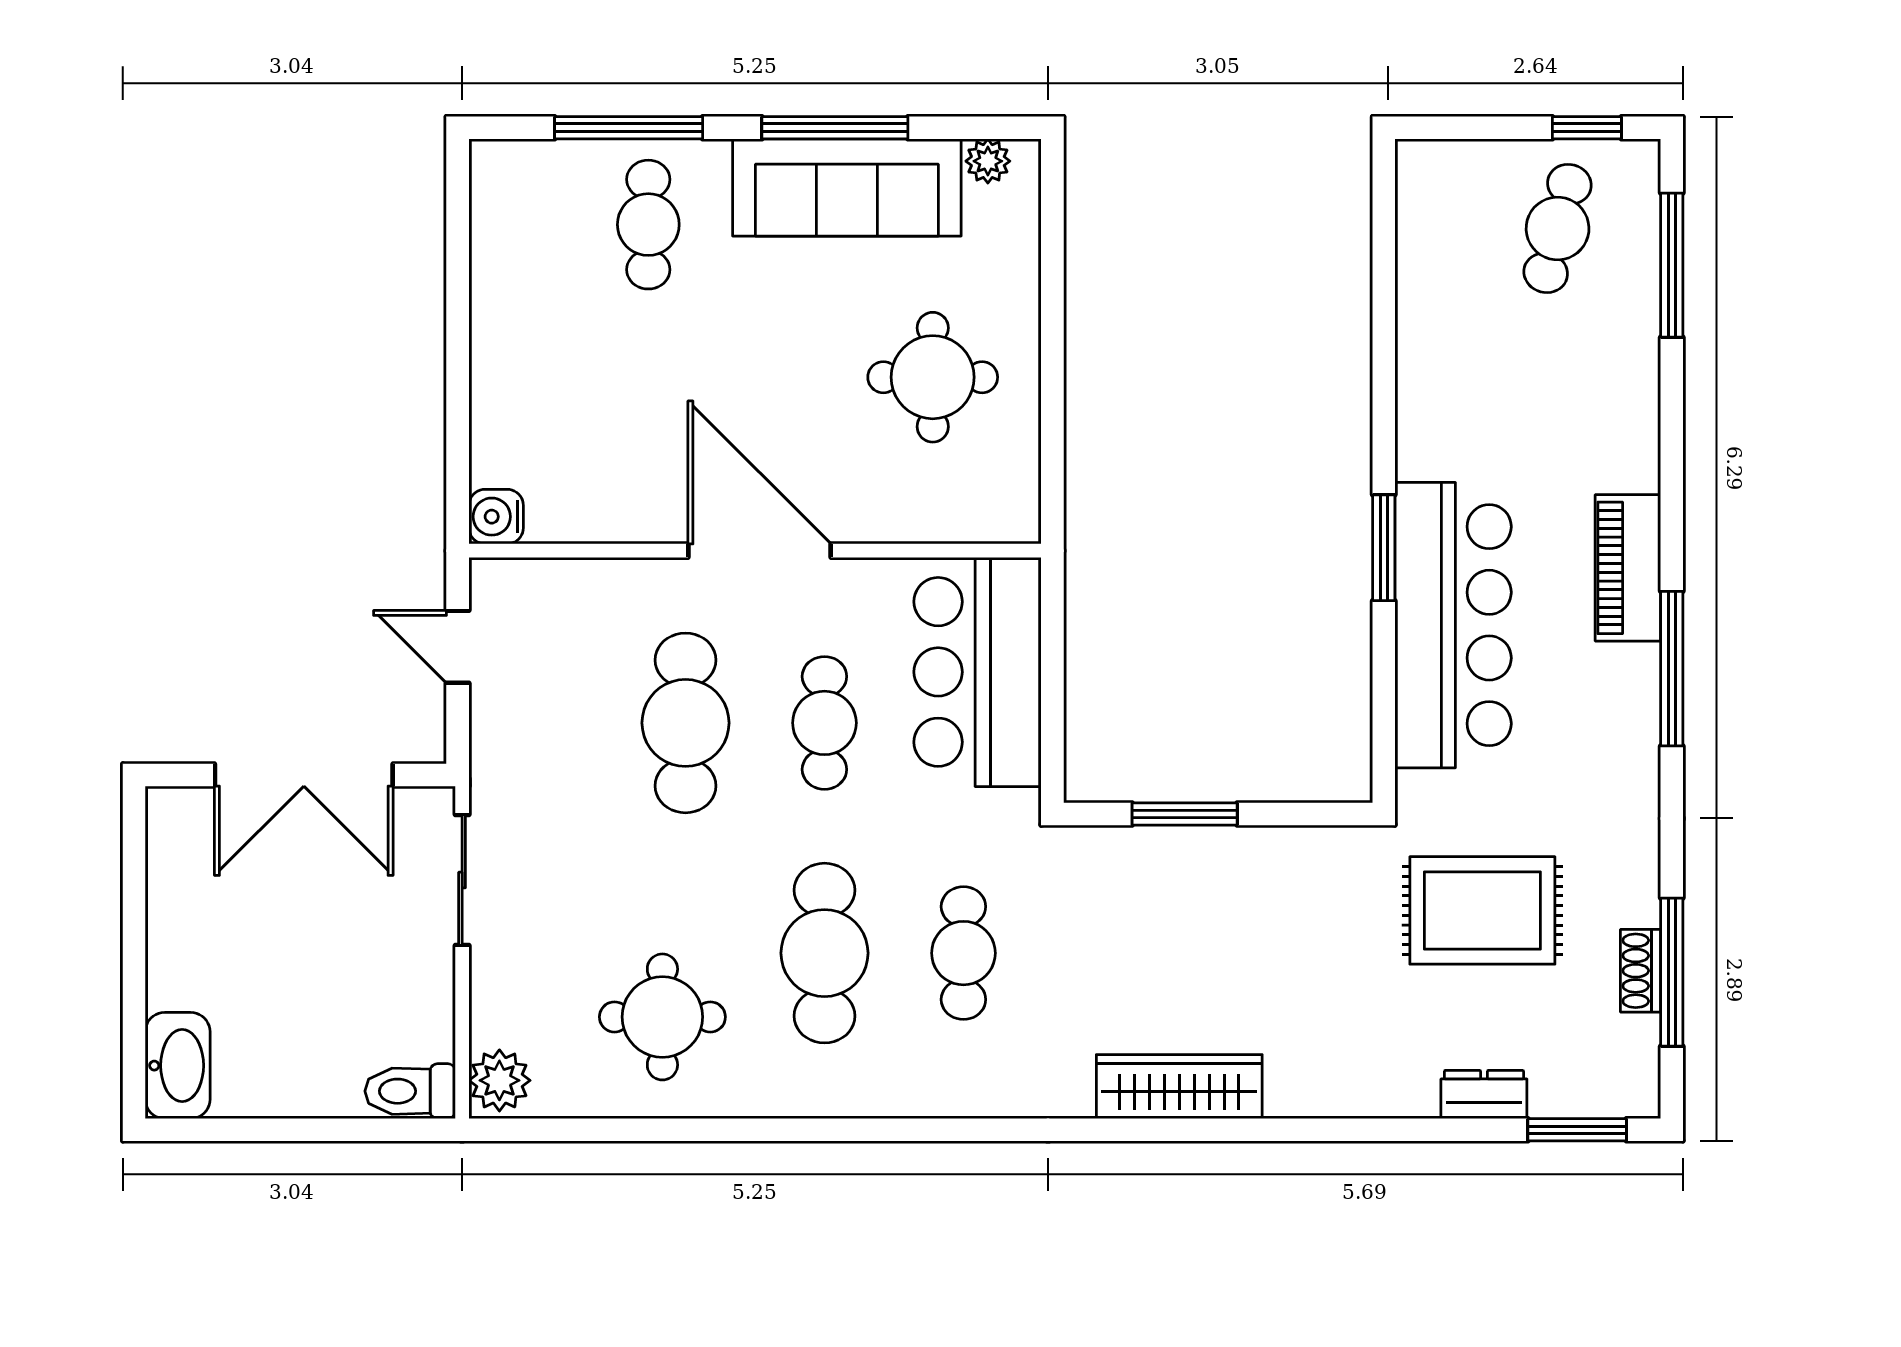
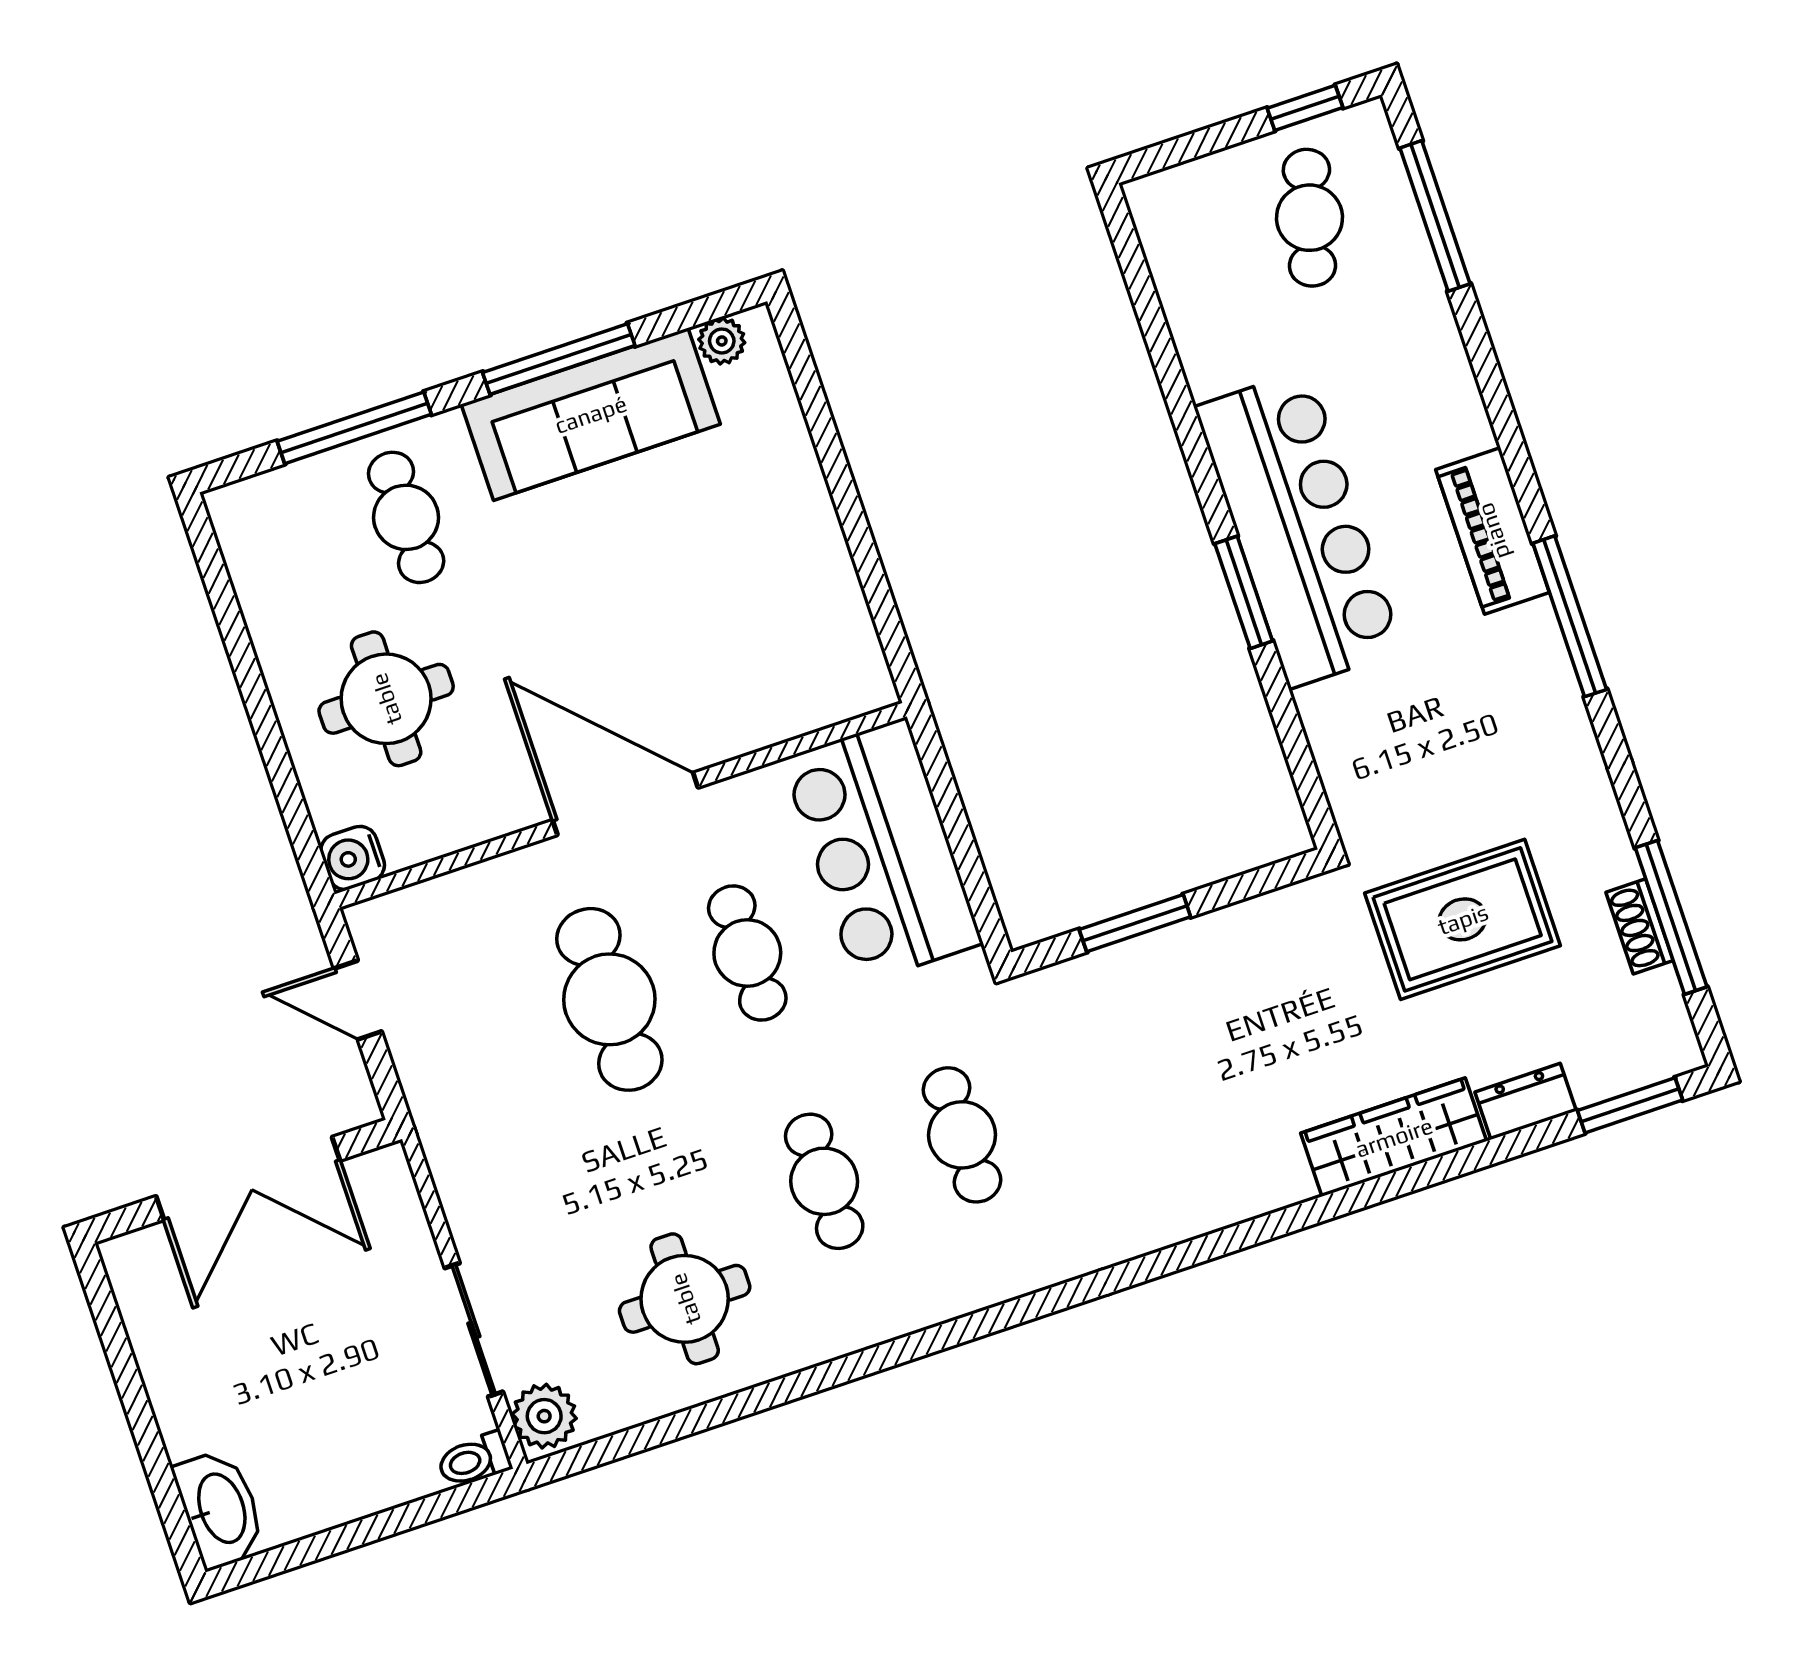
round table: (933, 377) -> (386, 699), moved
bar counter: (1453, 625) -> (1299, 529), moved
sliding door: (462, 880) -> (474, 1330), moved
cafe table: (824, 953) -> (824, 1181), width x0.73, depth x0.74
wardrobe: (1179, 1087) -> (1394, 1137), moved
toilet: (410, 1091) -> (474, 1460), width x0.73, depth x0.72

